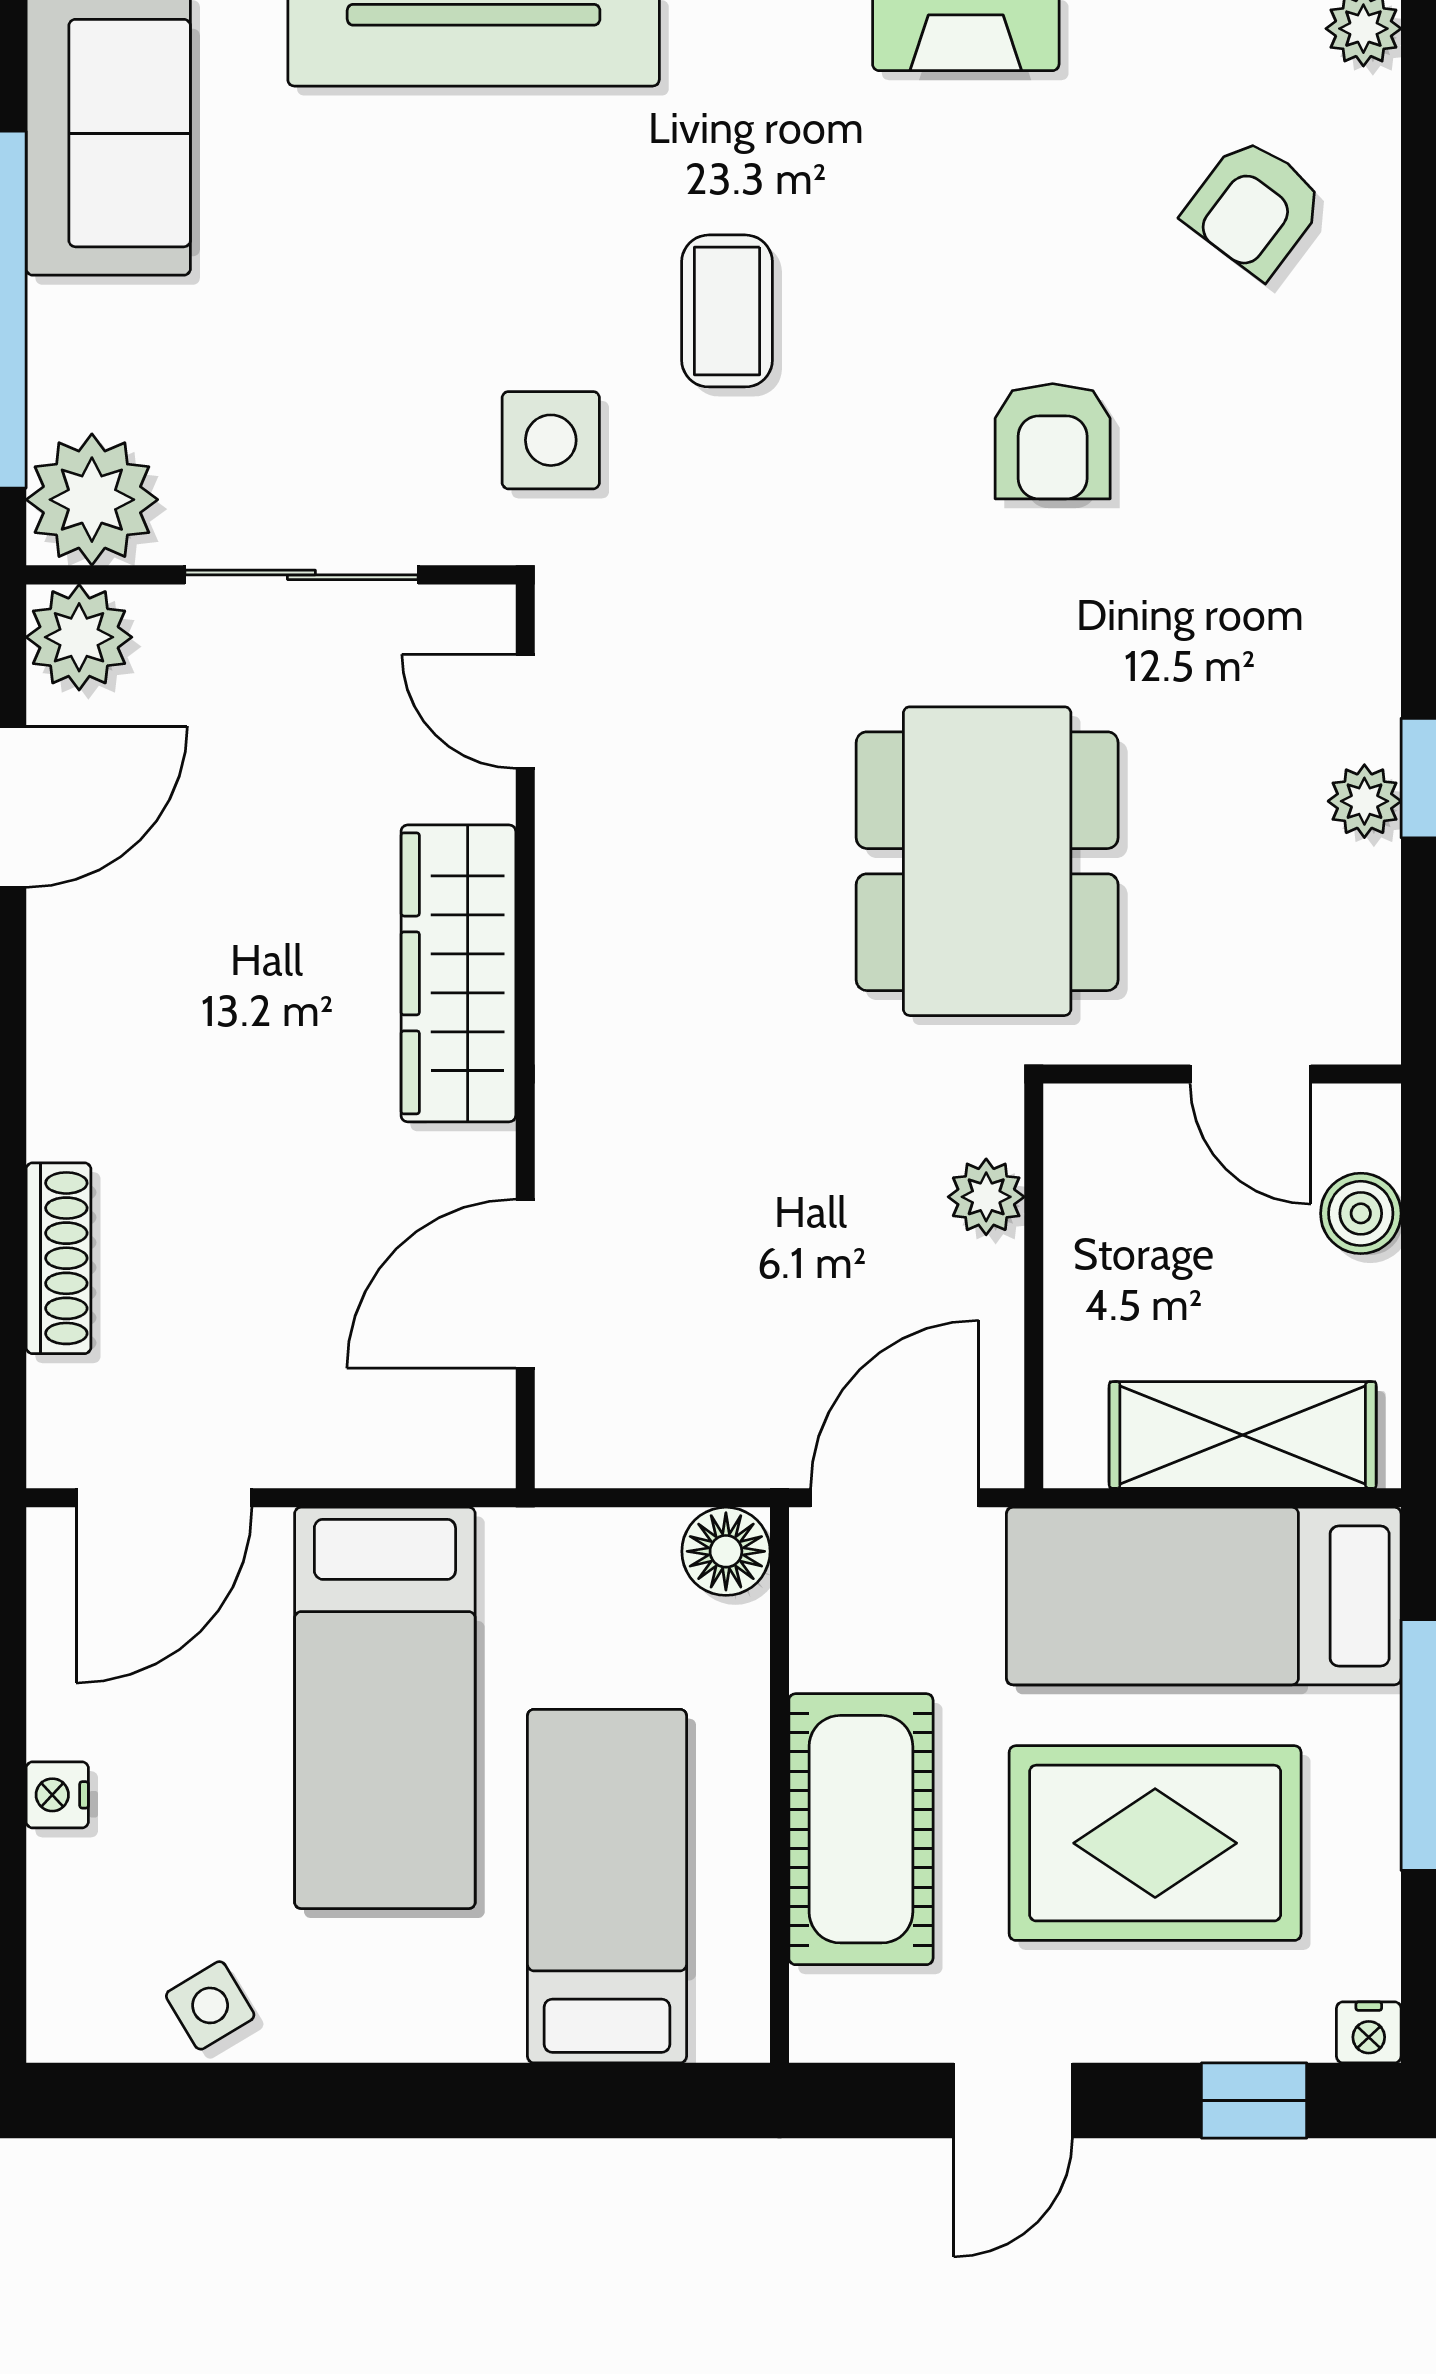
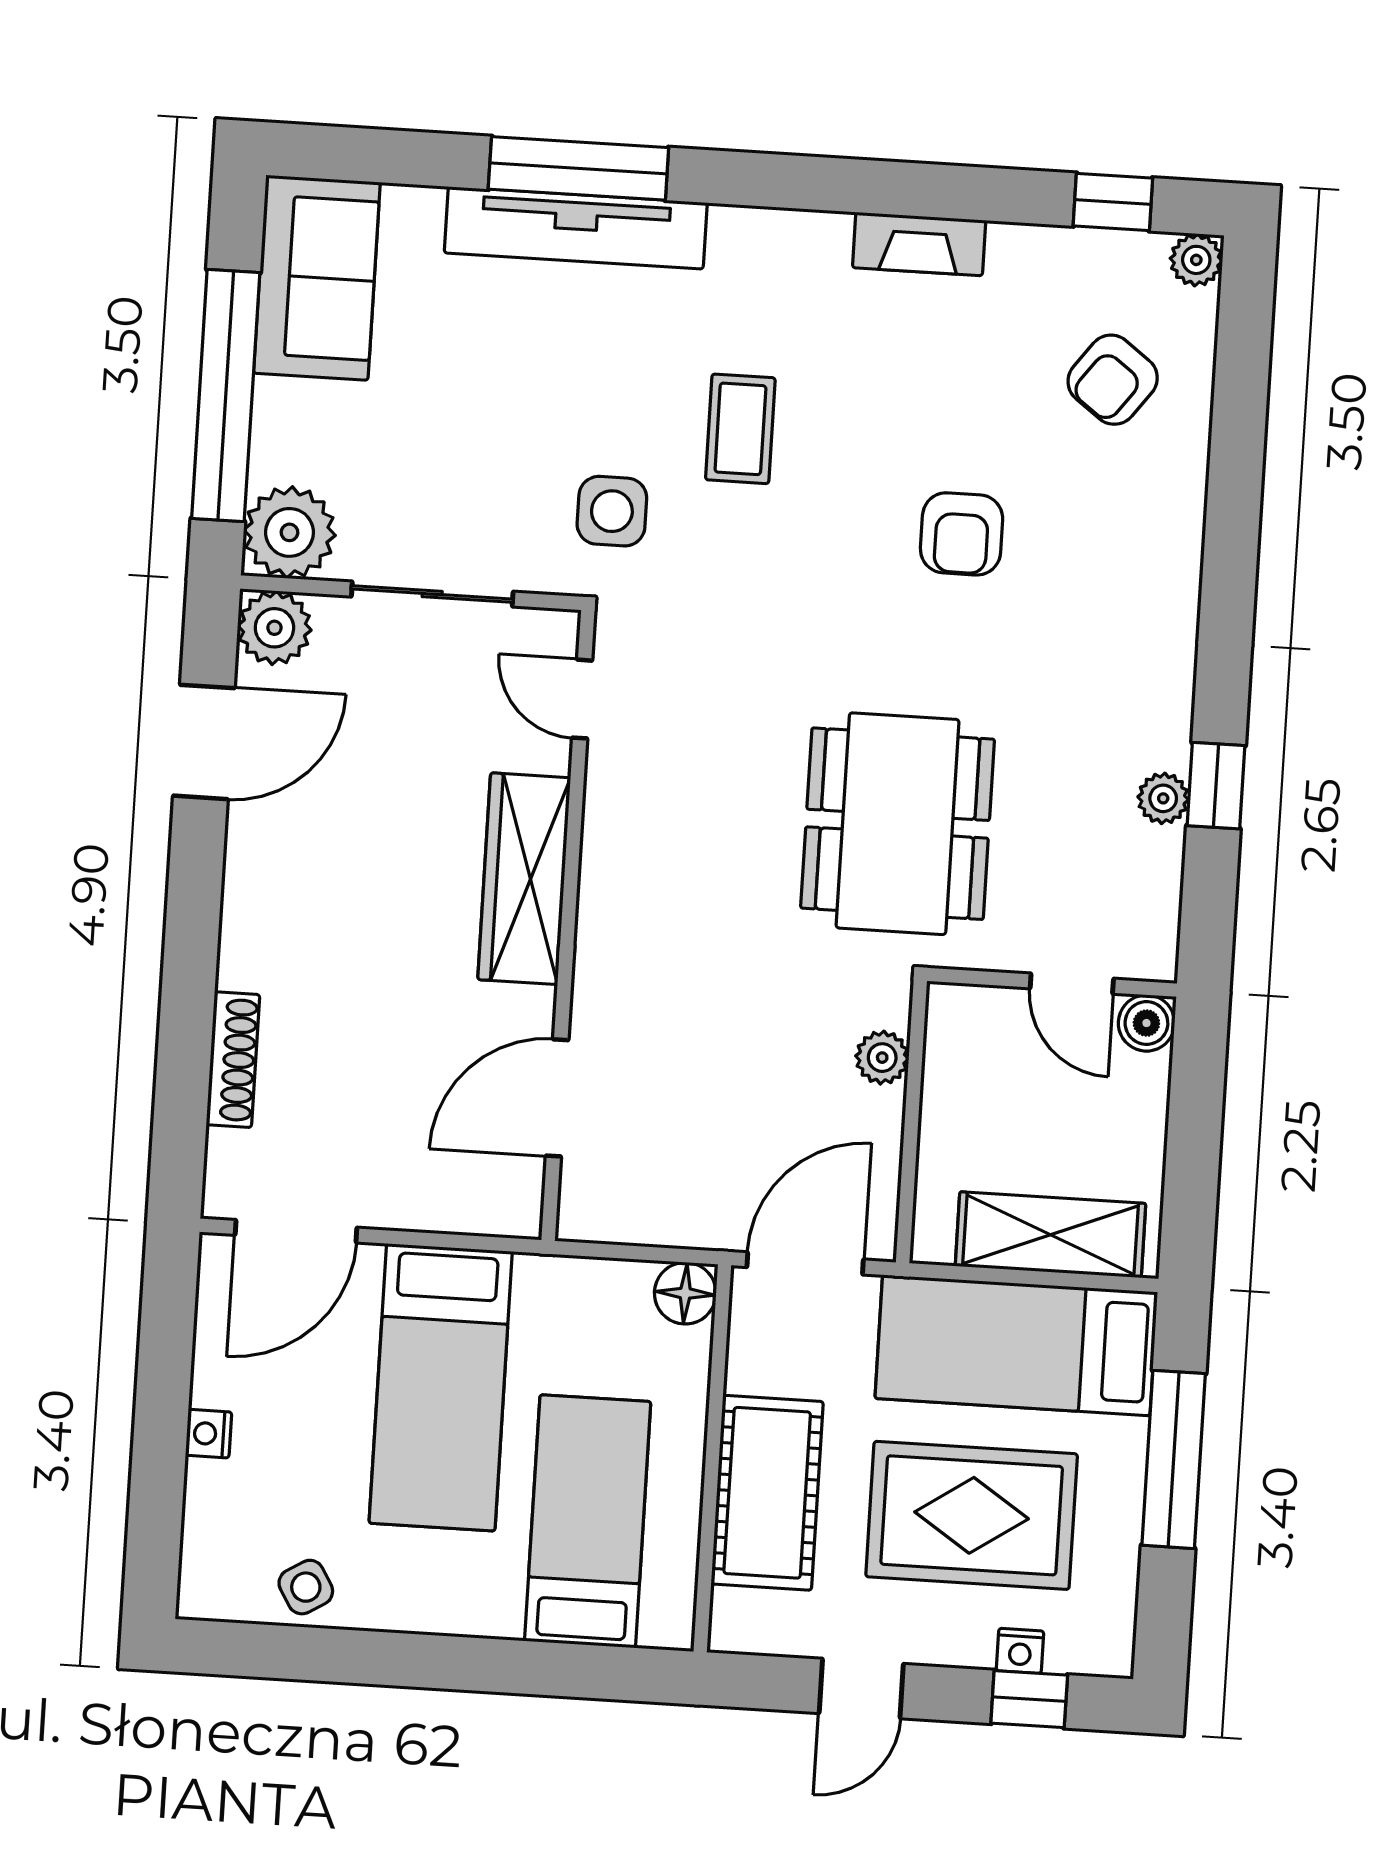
boiler: (1361, 1213) -> (1146, 1023), moved
nightstand: (1369, 2032) -> (1020, 1651), moved

